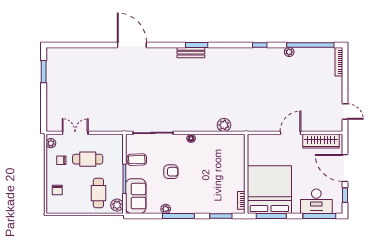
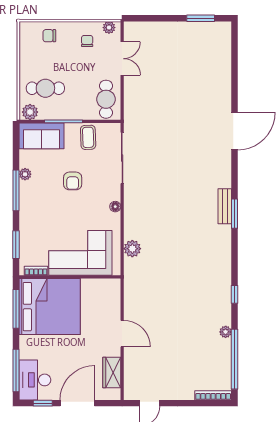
wardrobe: (321, 141) -> (112, 373), width x0.67
cafe table: (88, 159) -> (106, 99), moved
corner sofa: (227, 166) -> (80, 253), added
desk: (316, 201) -> (35, 380), moved

